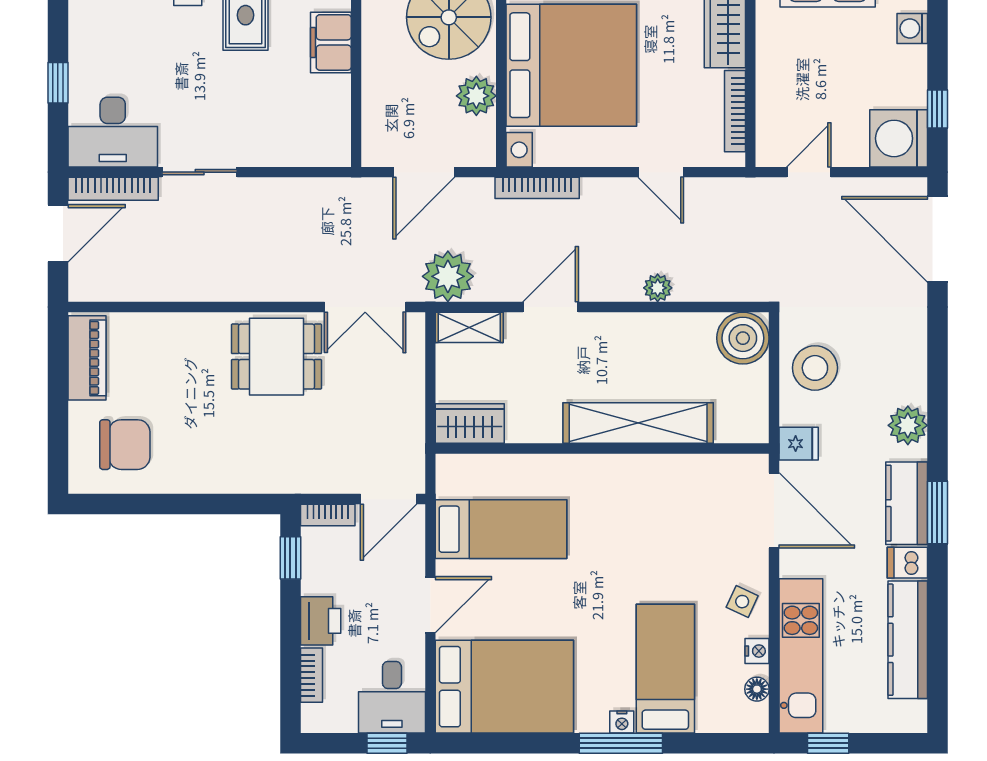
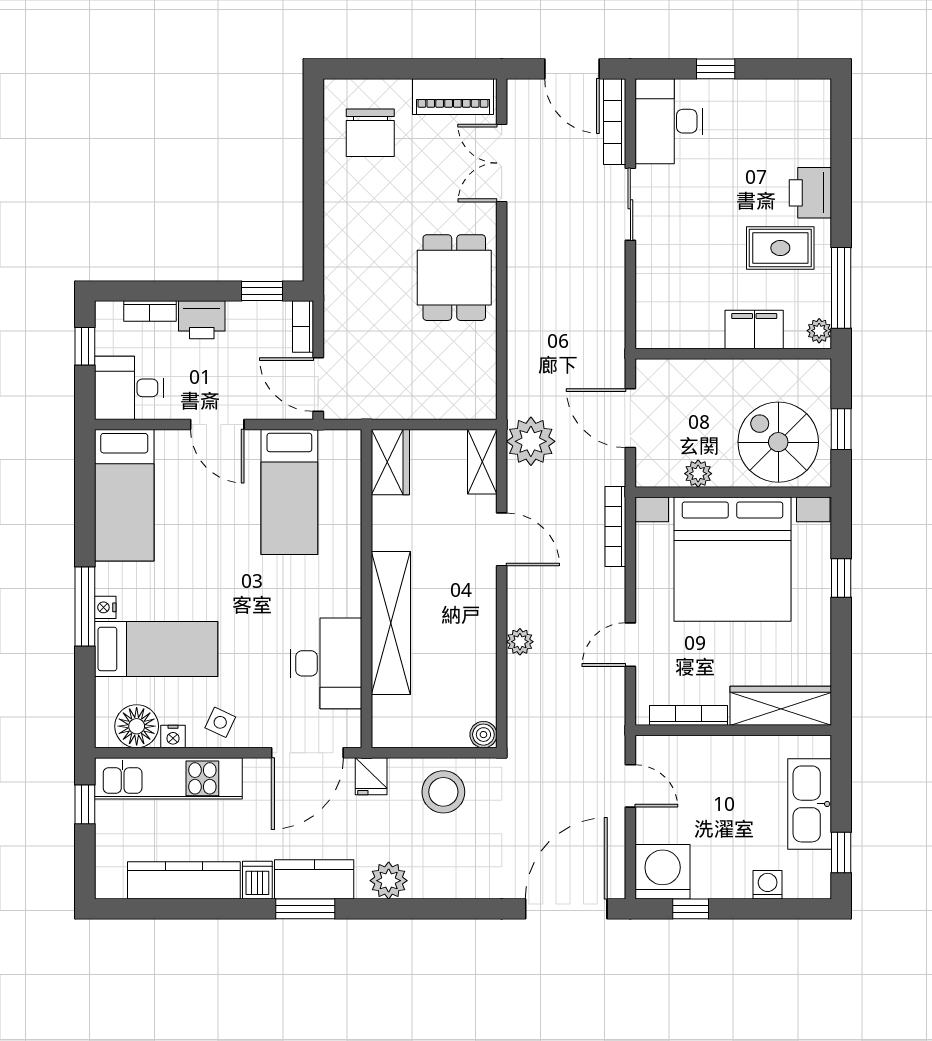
plant: (476, 96) -> (698, 474), width x0.73, depth x0.73
double door: (365, 307) -> (502, 163), moved
boiler: (743, 338) -> (483, 735), width x0.54, depth x0.54
desk: (680, 491) -> (326, 663), added
bed: (504, 687) -> (124, 495), width x0.67
floor lamp: (757, 689) -> (137, 726), width x1.89, depth x1.89
window: (387, 743) -> (85, 346), moved

